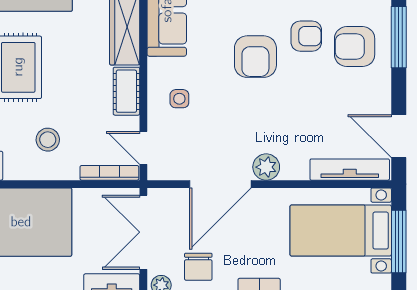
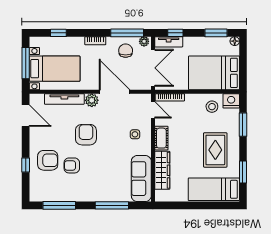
window: (399, 37) -> (26, 165), width x0.46
armchair: (255, 57) -> (86, 135), moved
stool: (48, 140) -> (212, 107), moved
tv unit: (350, 170) -> (64, 99), moved
door: (220, 184) -> (115, 92), hinge flipped

